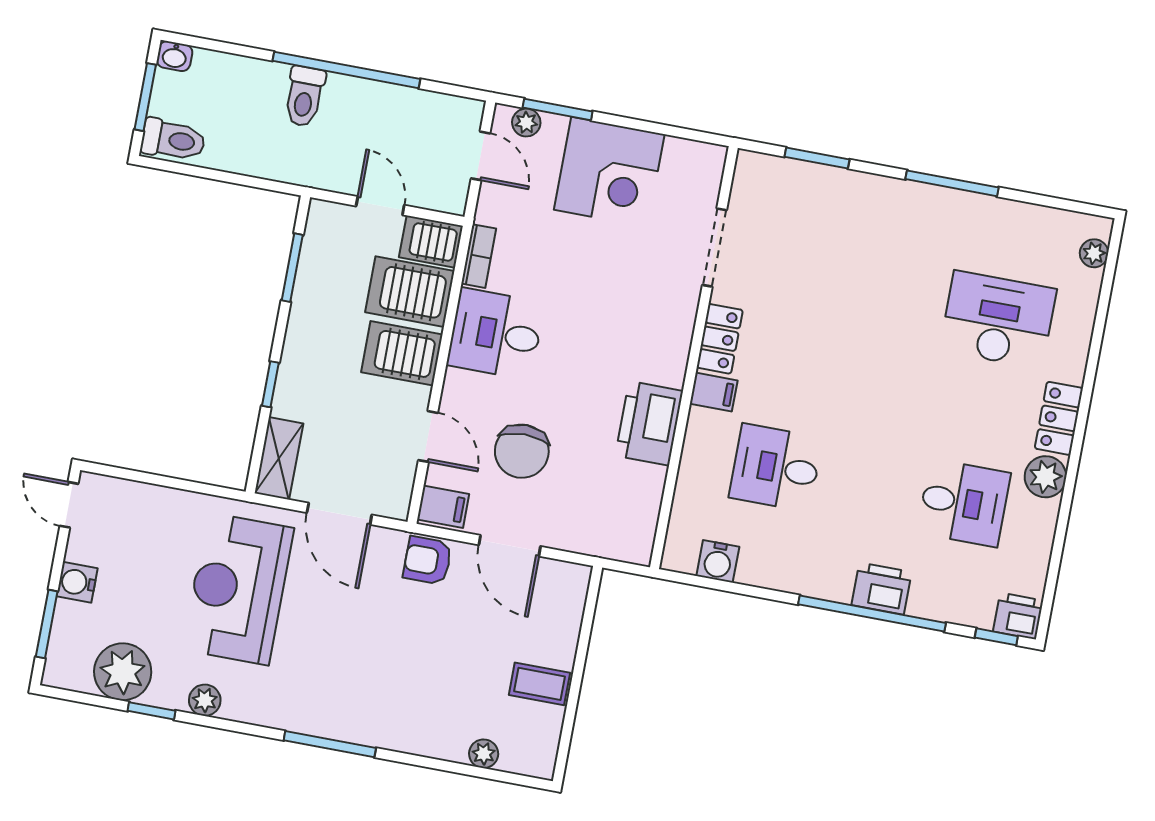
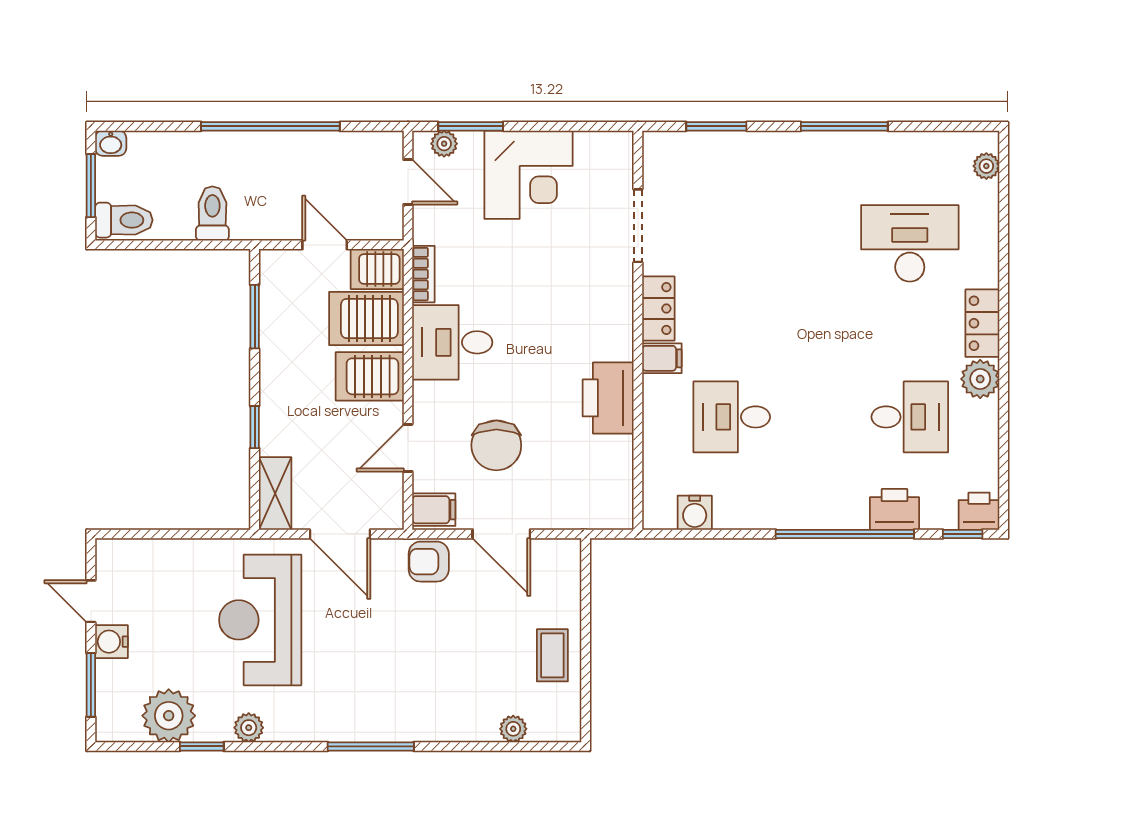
toilet: (304, 96) -> (212, 213), moved, turned 180
door: (428, 436) -> (408, 448), swing flipped
door: (69, 505) -> (91, 601), moved
printer: (882, 588) -> (894, 509), moved
coffee table: (539, 684) -> (552, 655), turned 90

